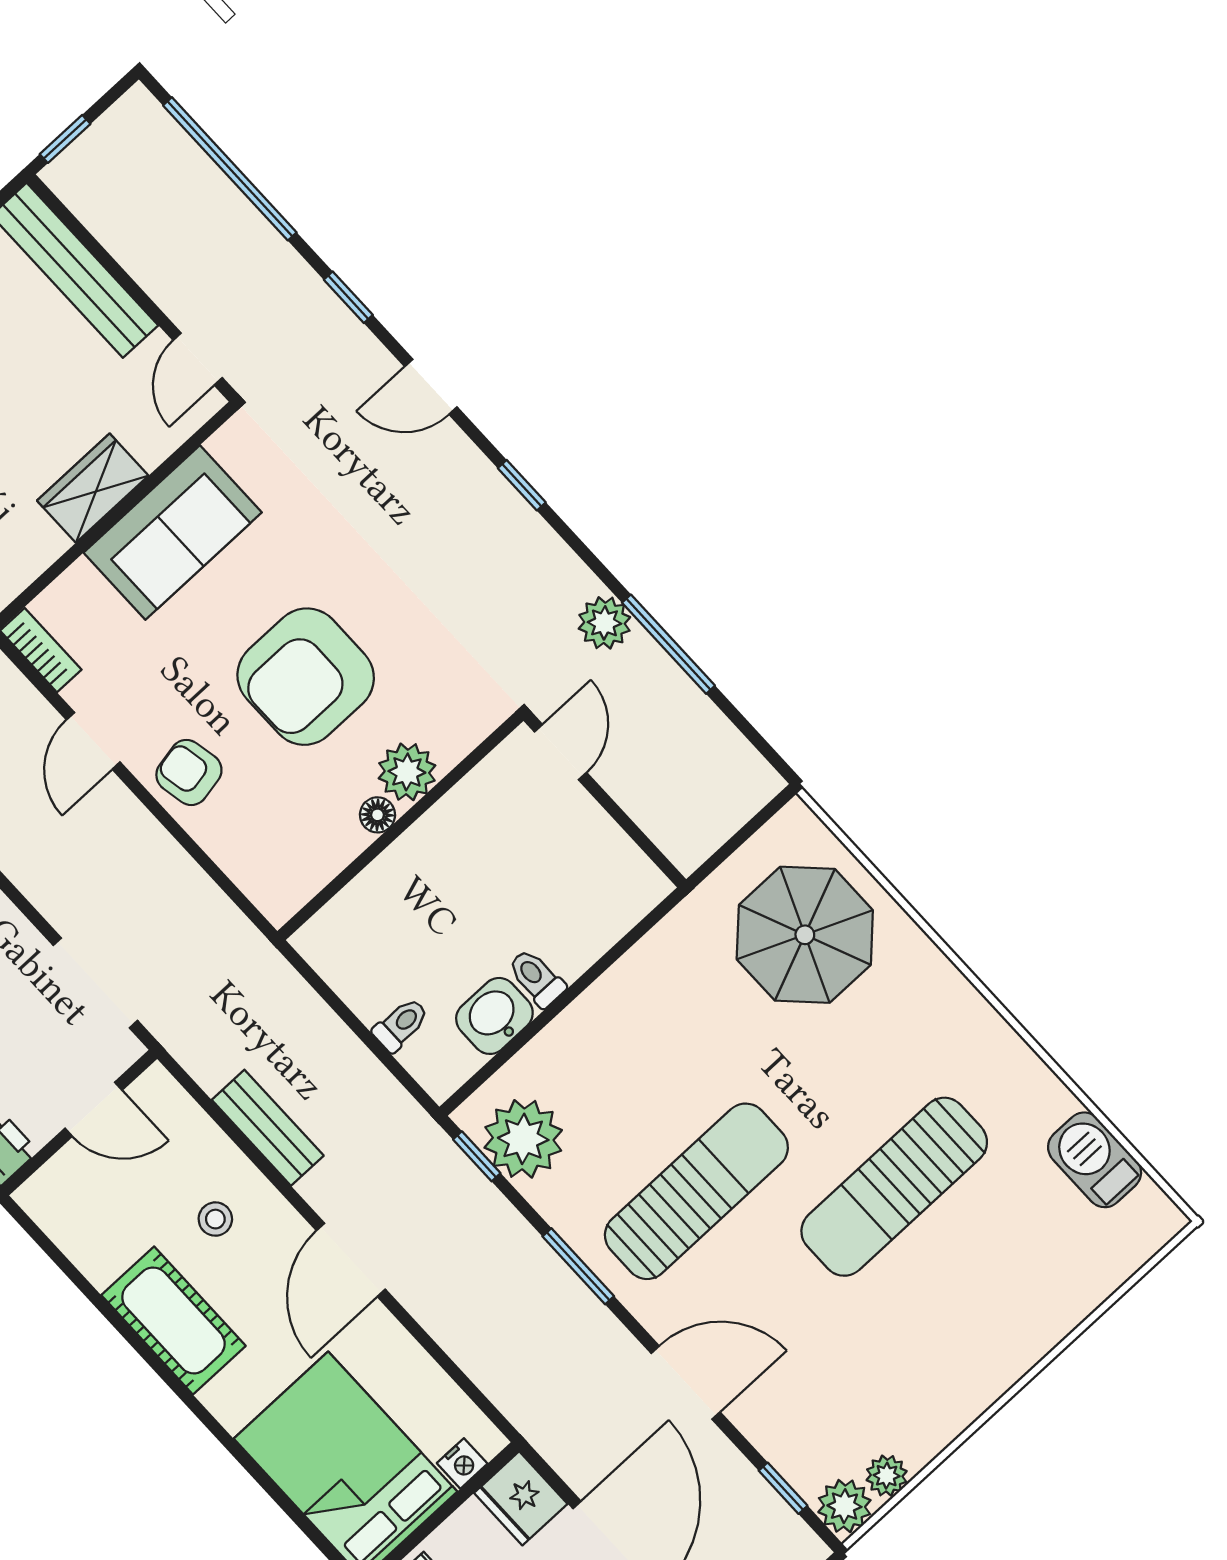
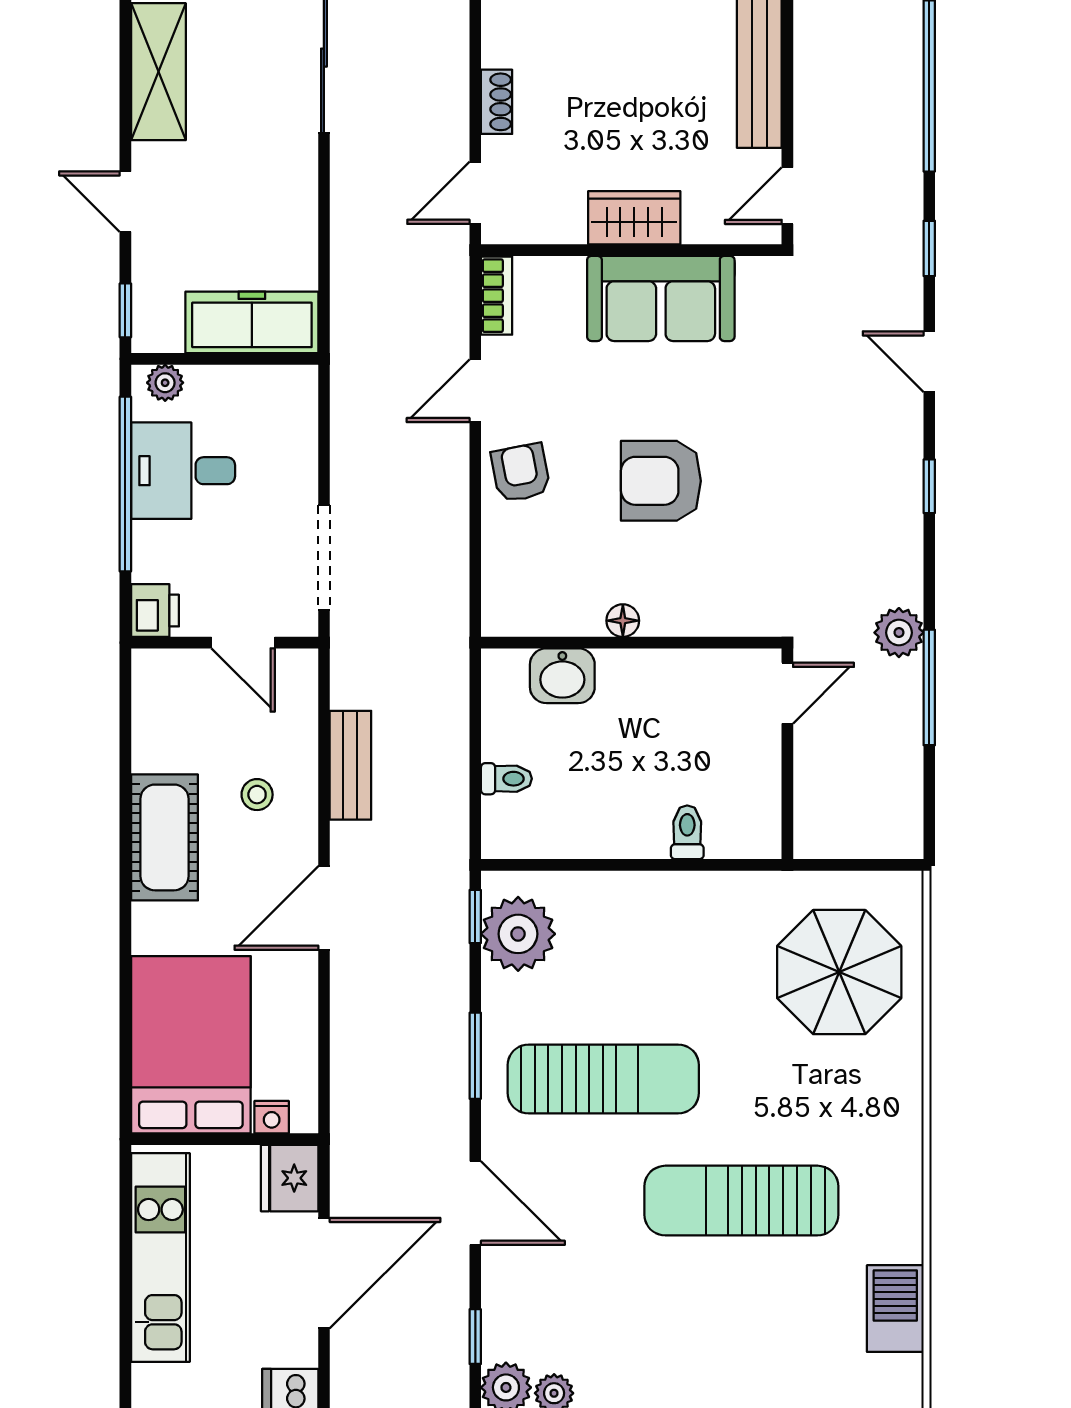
armchair: (306, 677) -> (661, 481), width x0.73, depth x0.73
plant: (407, 772) -> (670, 610), removed
toilet: (536, 978) -> (687, 832), moved
washbasin: (494, 1016) -> (562, 676), moved, turned 180

